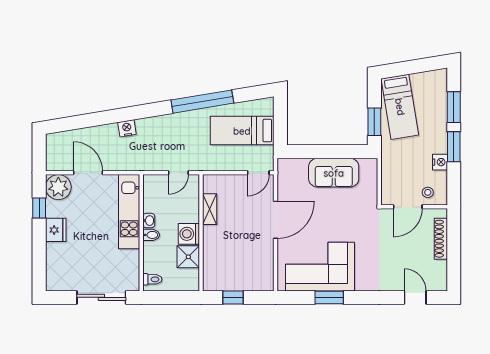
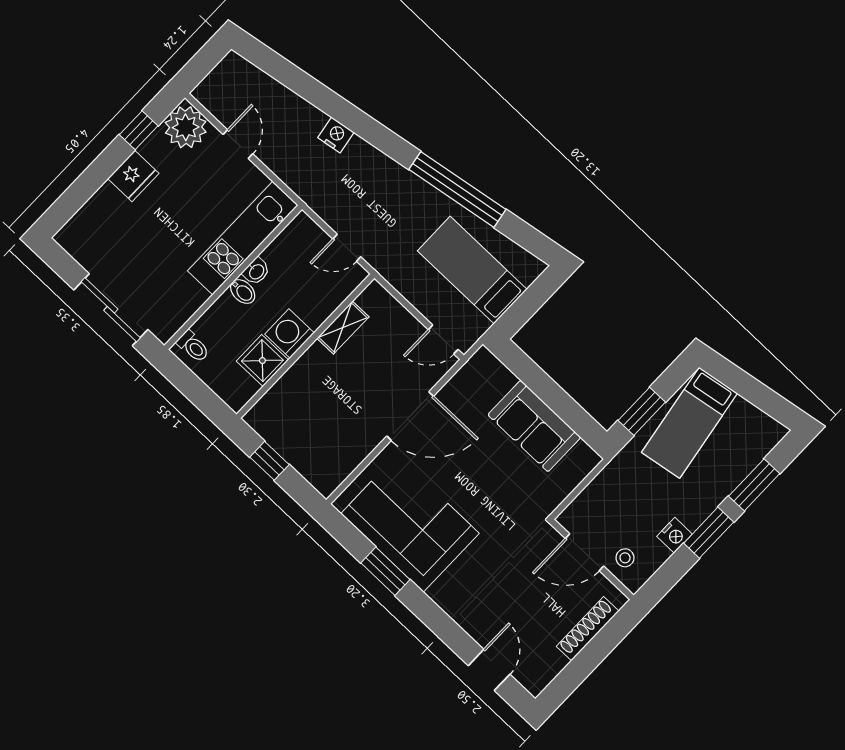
door: (88, 173) -> (238, 144), width x0.73

